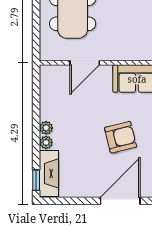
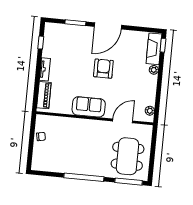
plant: (46, 128) -> (150, 111), moved
armchair: (120, 137) -> (103, 69), turned 104

